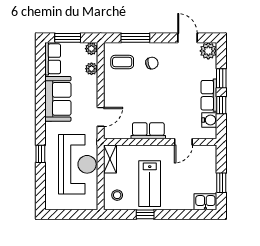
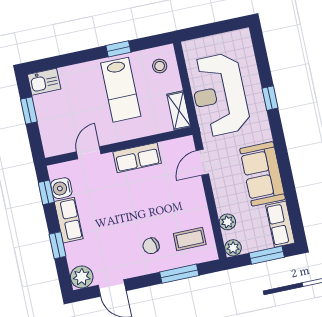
window: (221, 105) -> (46, 192), moved
lab bench: (150, 184) -> (121, 90), turned 180

